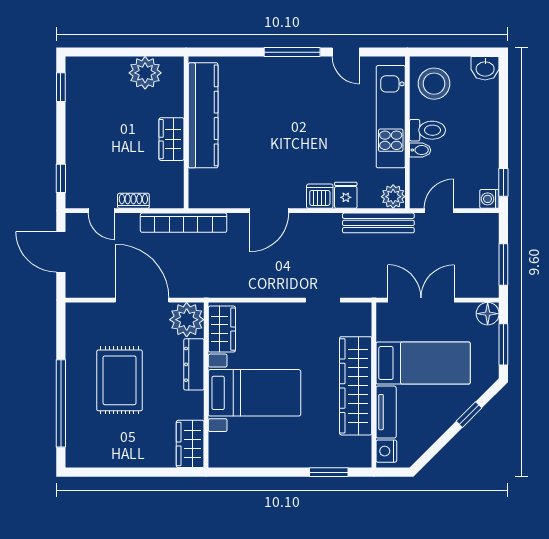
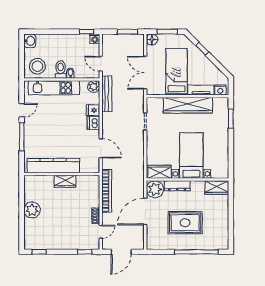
kitchen counter: (203, 115) -> (53, 166), moved
wall: (186, 132) -> (62, 174), moved
wardrobe: (171, 139) -> (65, 181), moved

